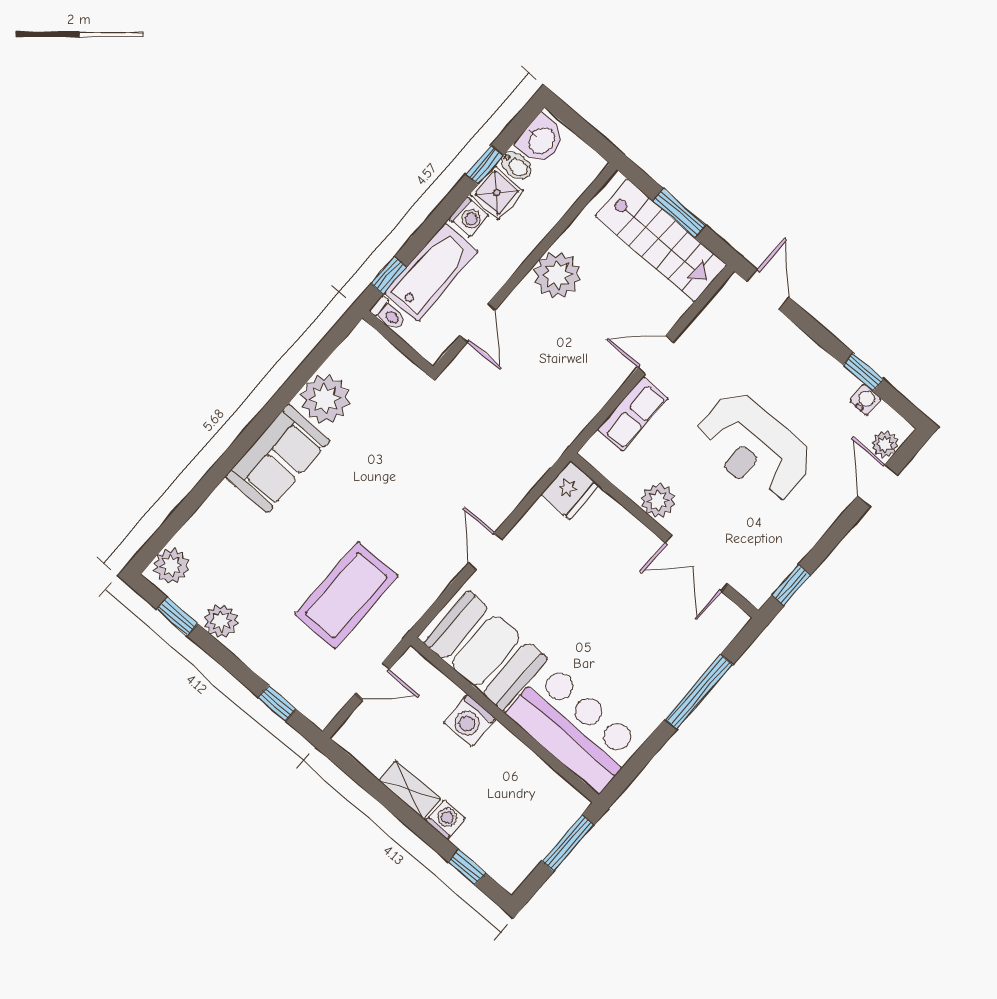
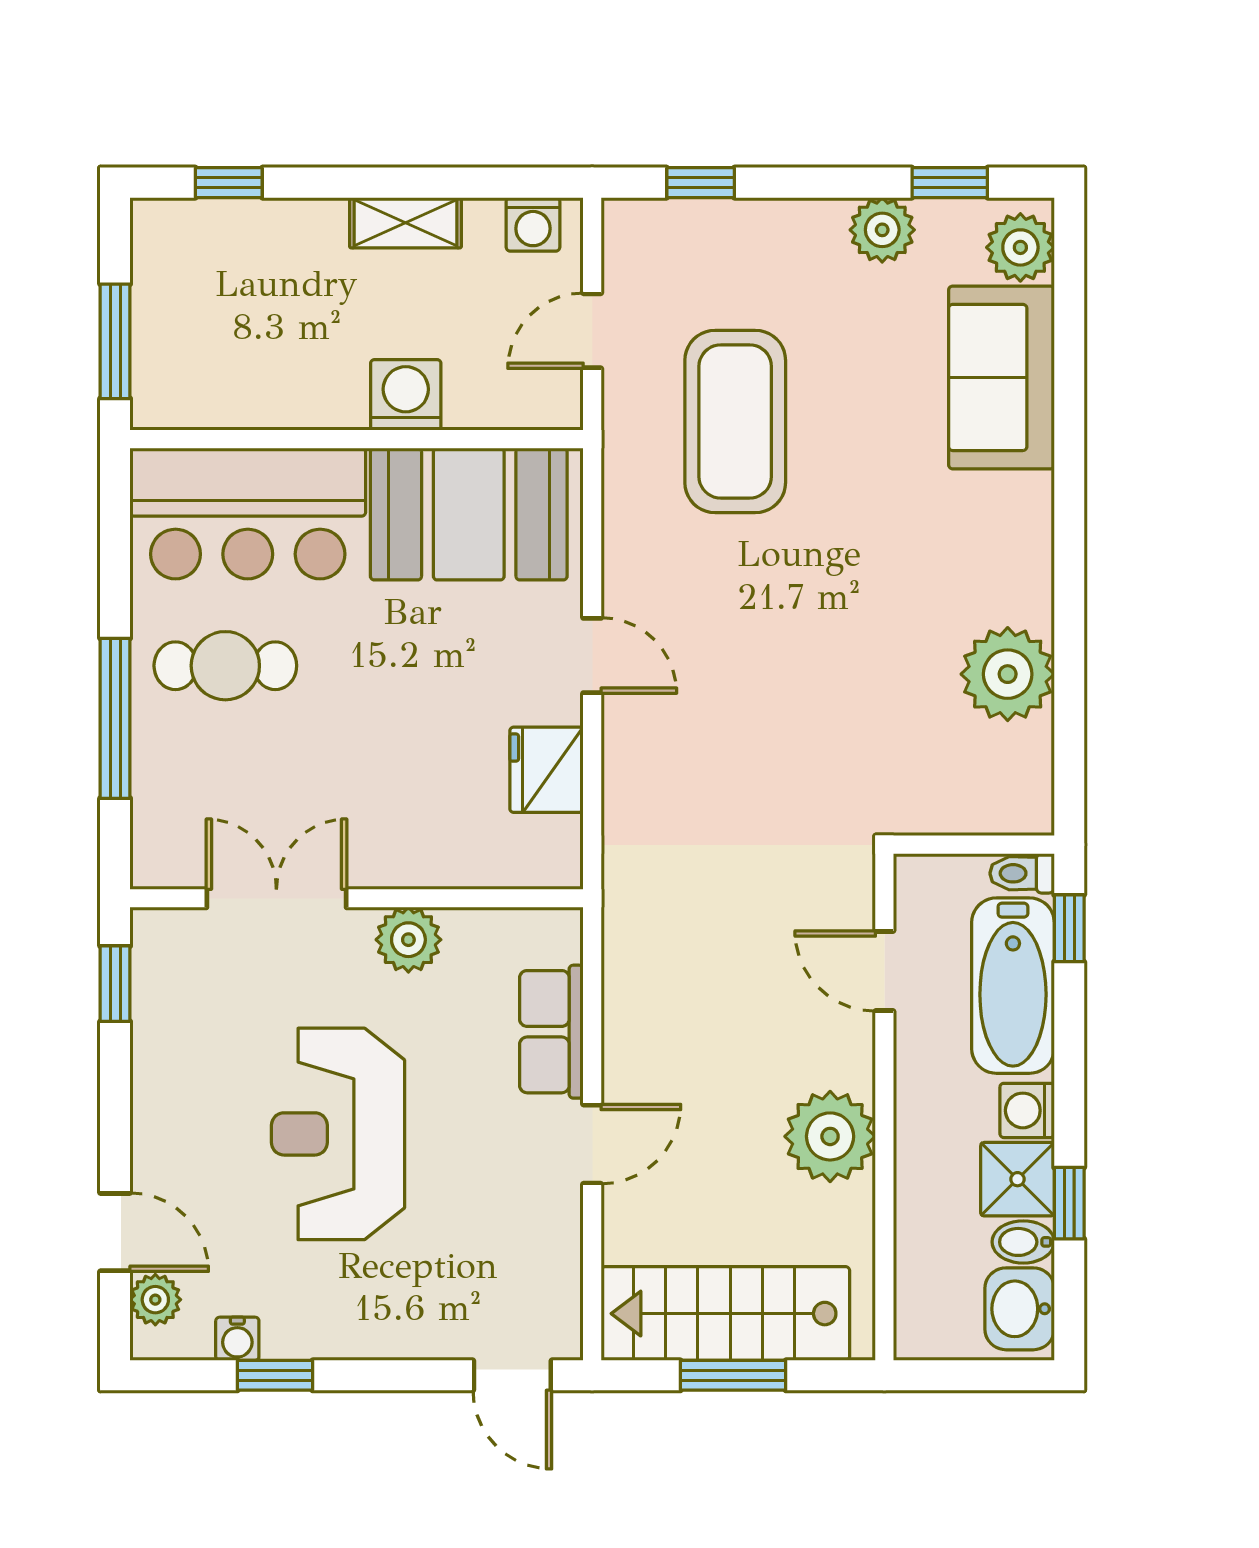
reception desk: (754, 447) -> (338, 1134), turned -90
sofa: (278, 458) -> (1001, 377), moved
fridge: (570, 490) -> (546, 770), moved
cafe table: (636, 675) -> (225, 666), added
washing machine: (445, 820) -> (533, 224), moved

